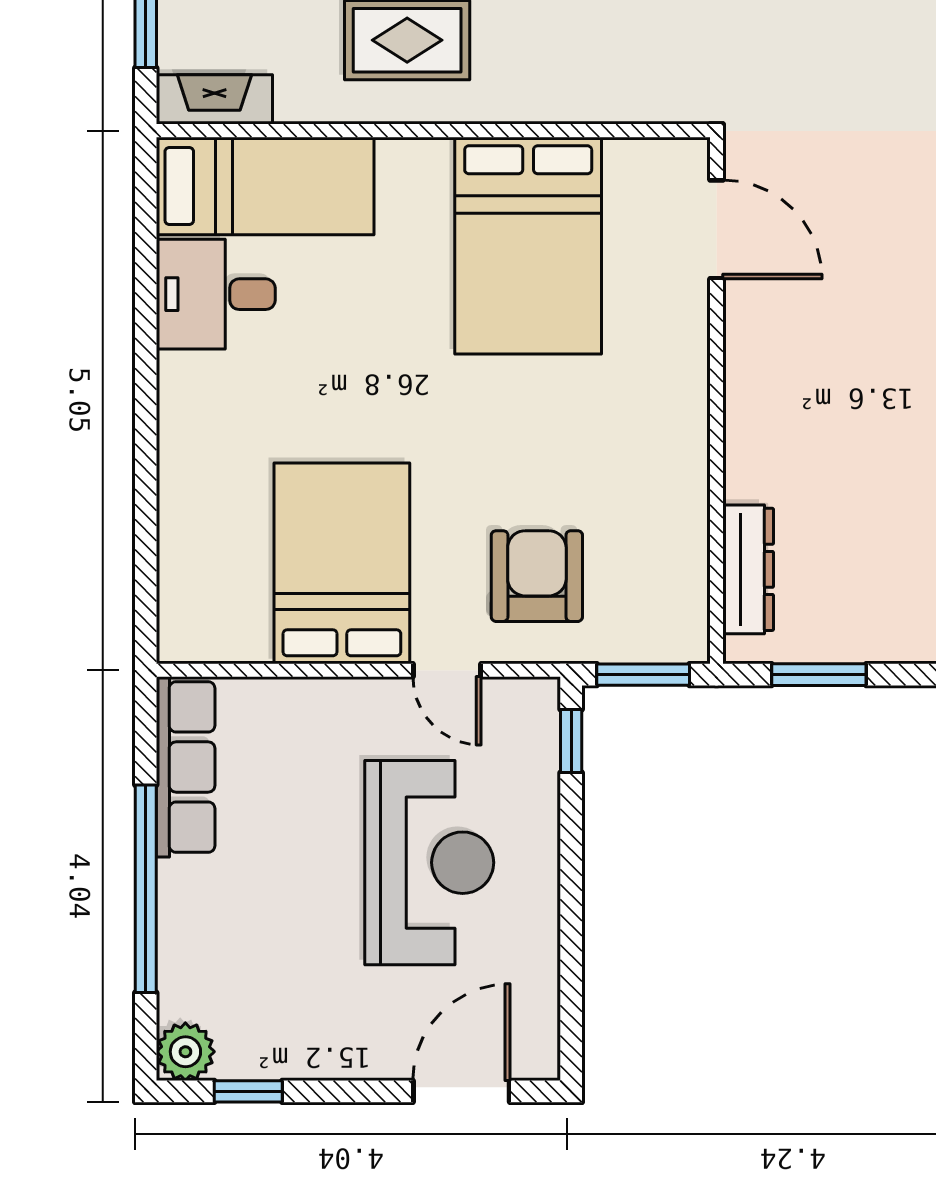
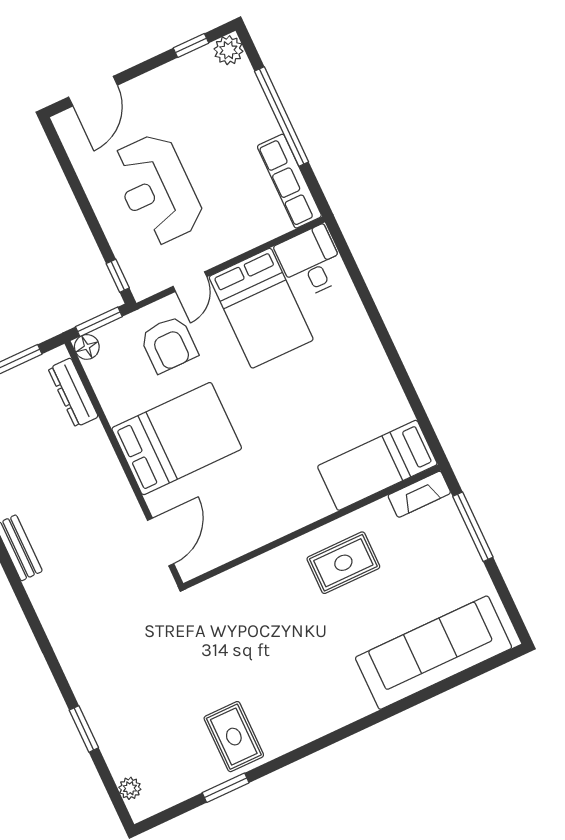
door: (716, 229) -> (161, 542), swing flipped
bed: (528, 246) -> (177, 439), moved, turned 90
desk: (216, 294) -> (311, 262), moved, turned -90
floor lamp: (686, 640) -> (87, 347), added
door: (447, 670) -> (190, 282), swing flipped

